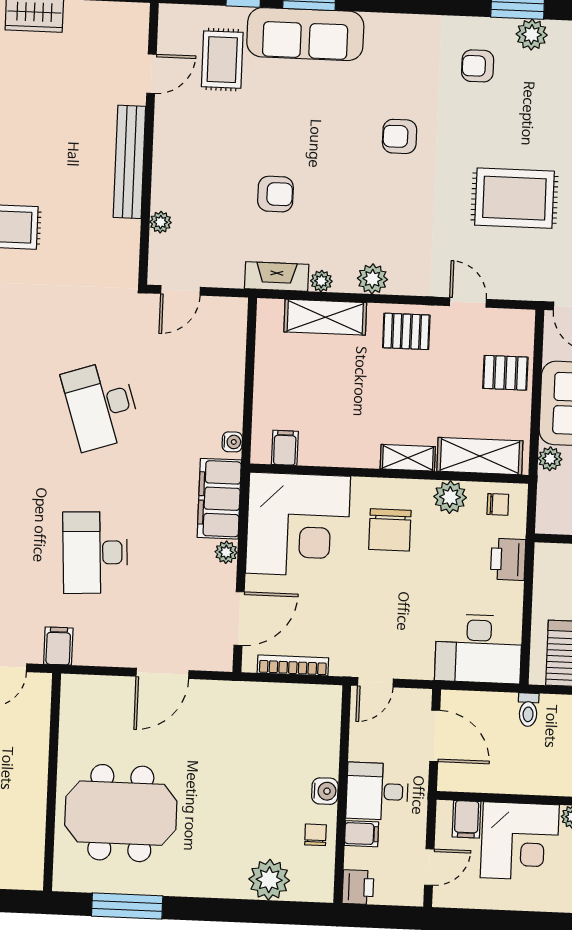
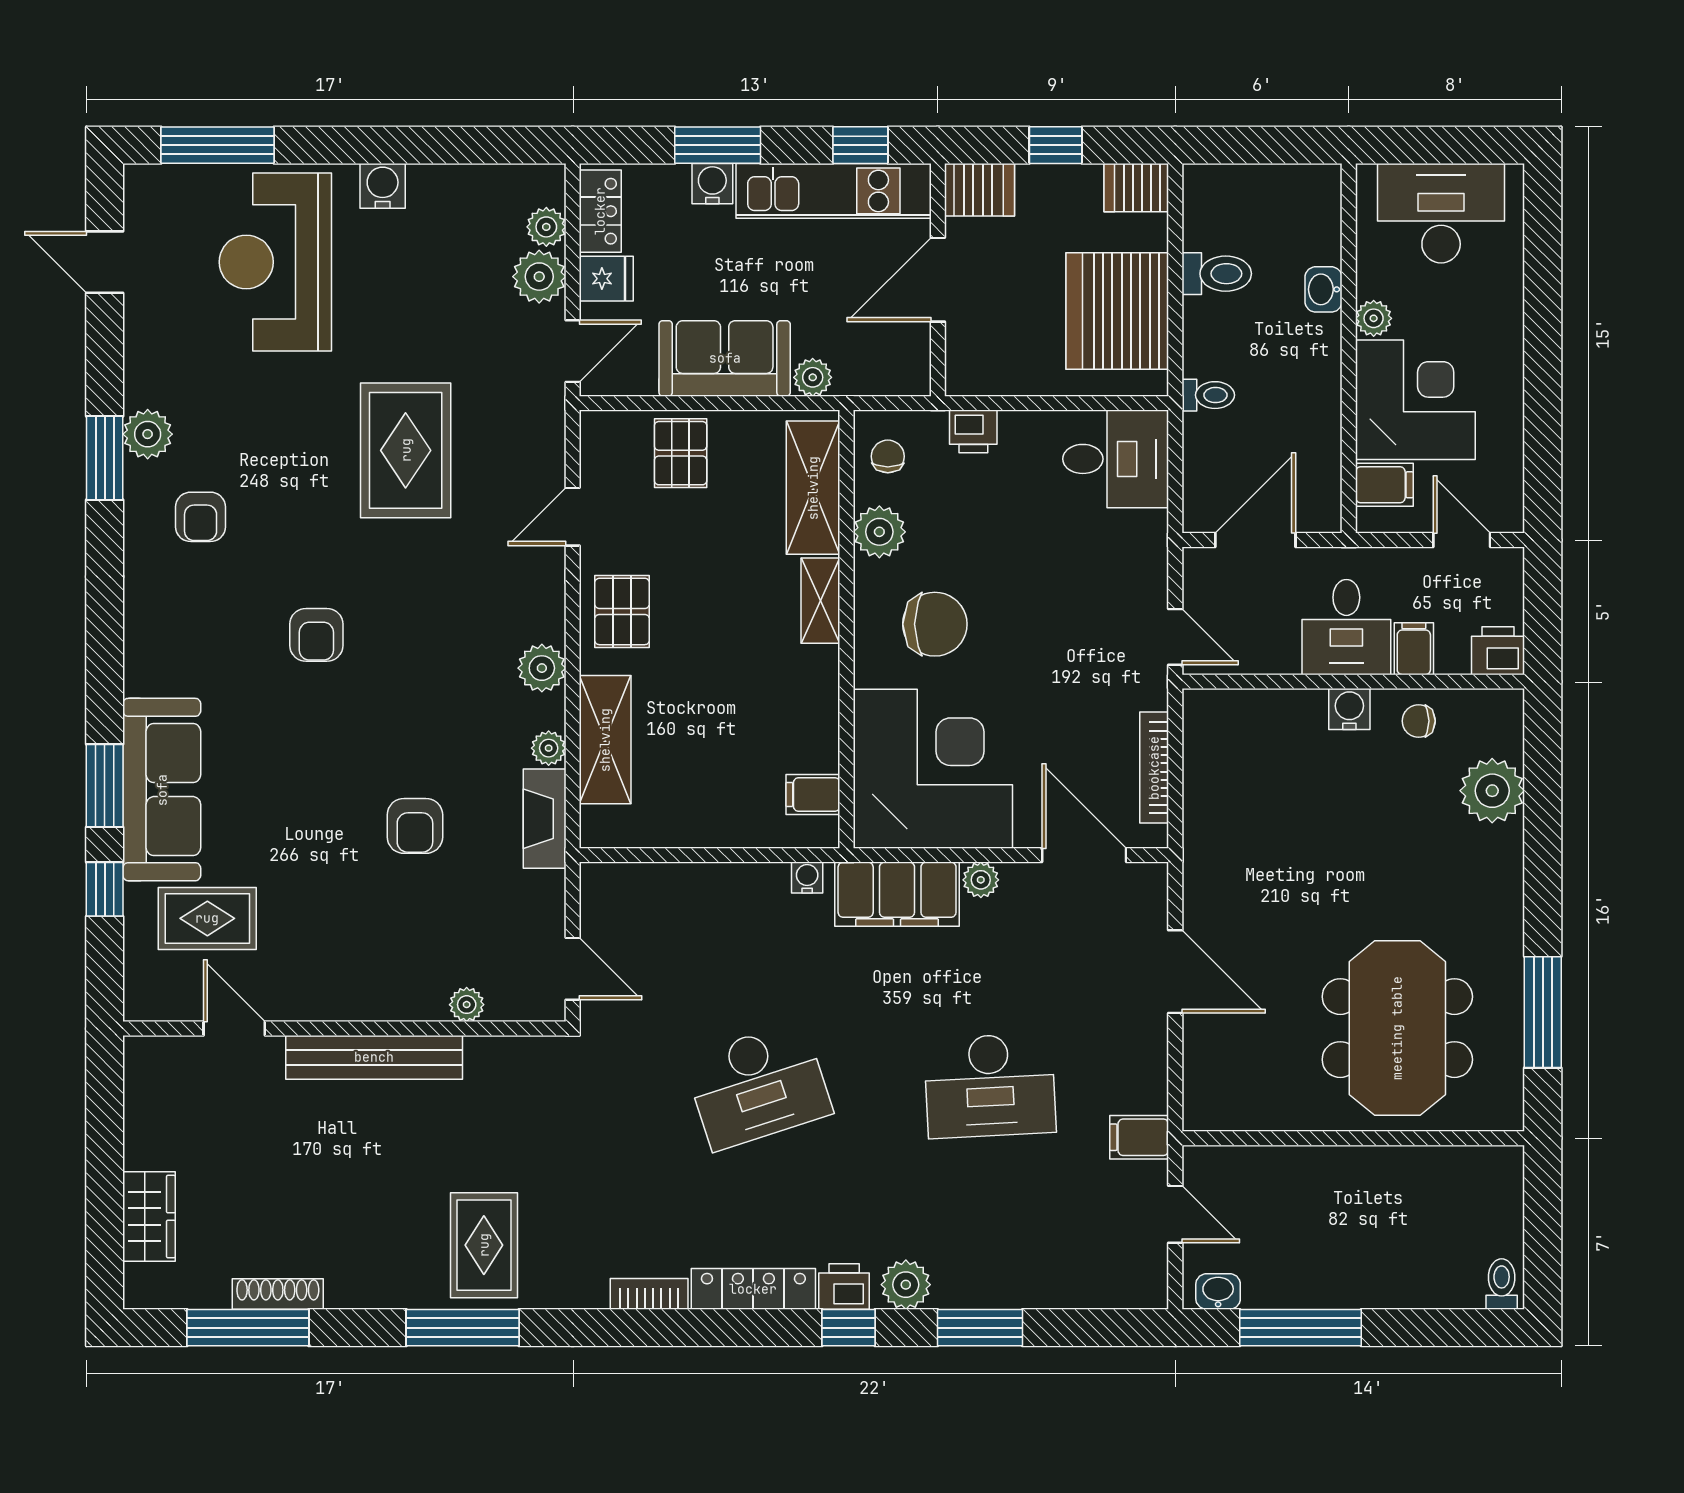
armchair: (275, 194) -> (415, 826), turned 180
printer: (508, 559) -> (973, 431), width x0.73, depth x0.81
desk: (478, 649) -> (1116, 459), width x0.73

